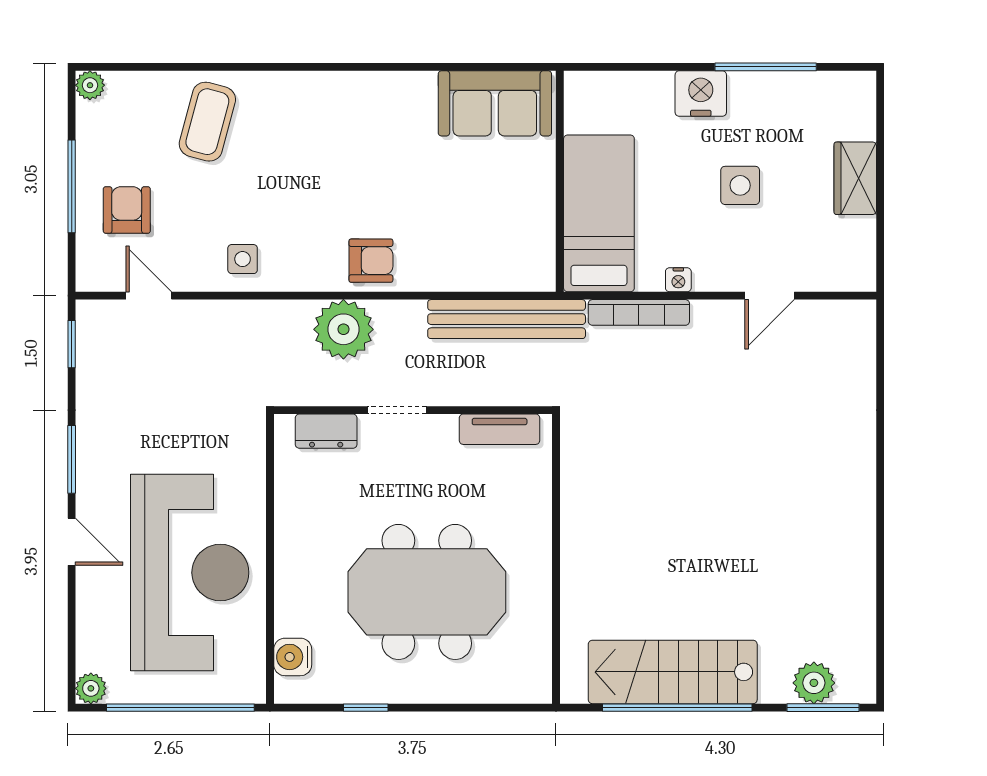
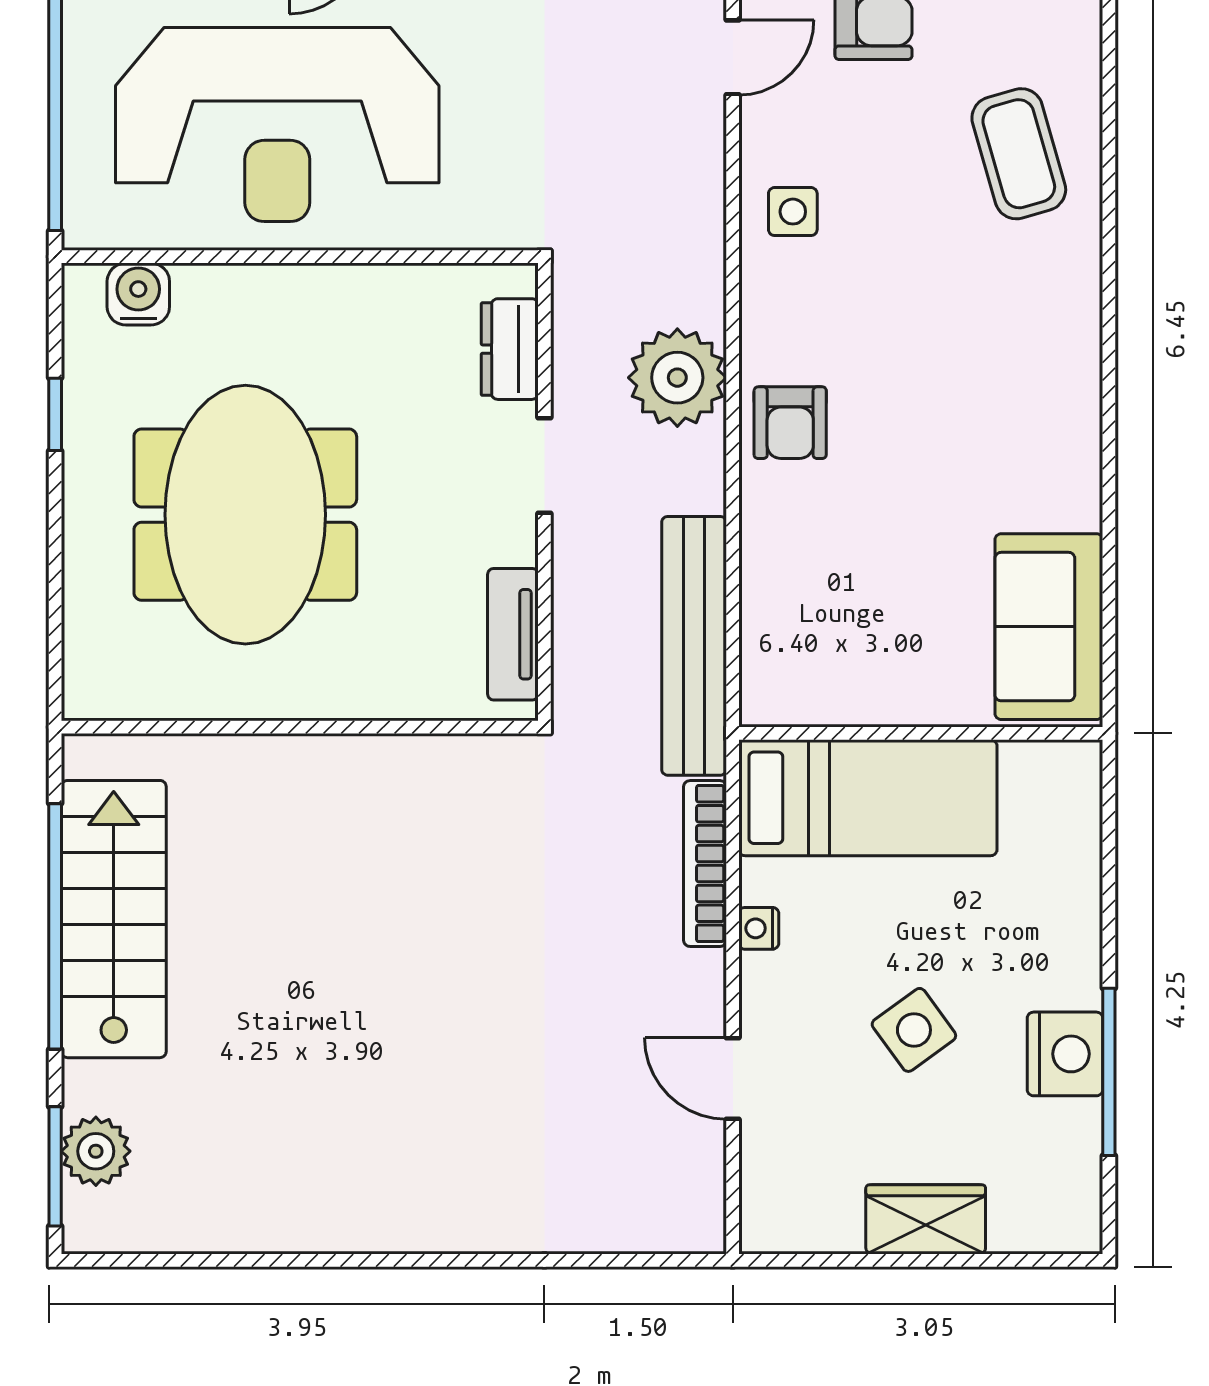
nightstand: (701, 94) -> (1065, 1054), moved
coffee table: (207, 122) -> (1019, 154), turned 59
side table: (740, 185) -> (914, 1030), turned -36

